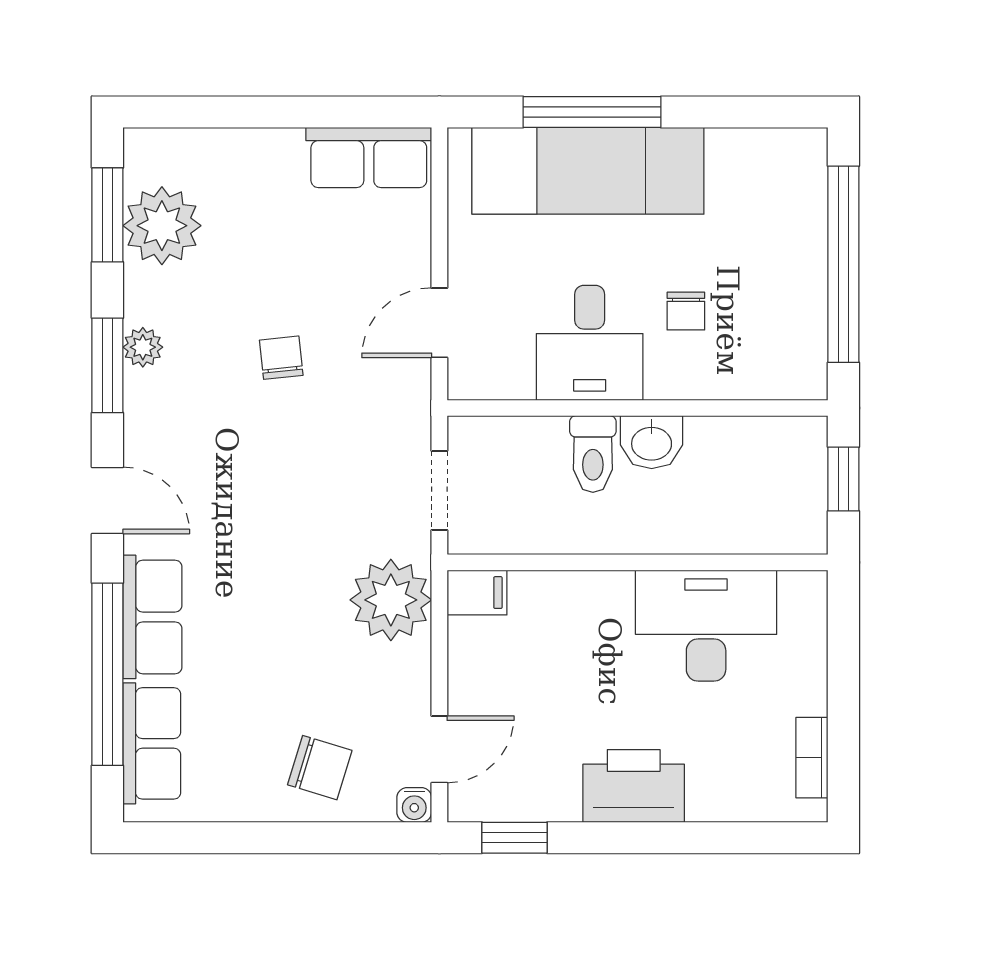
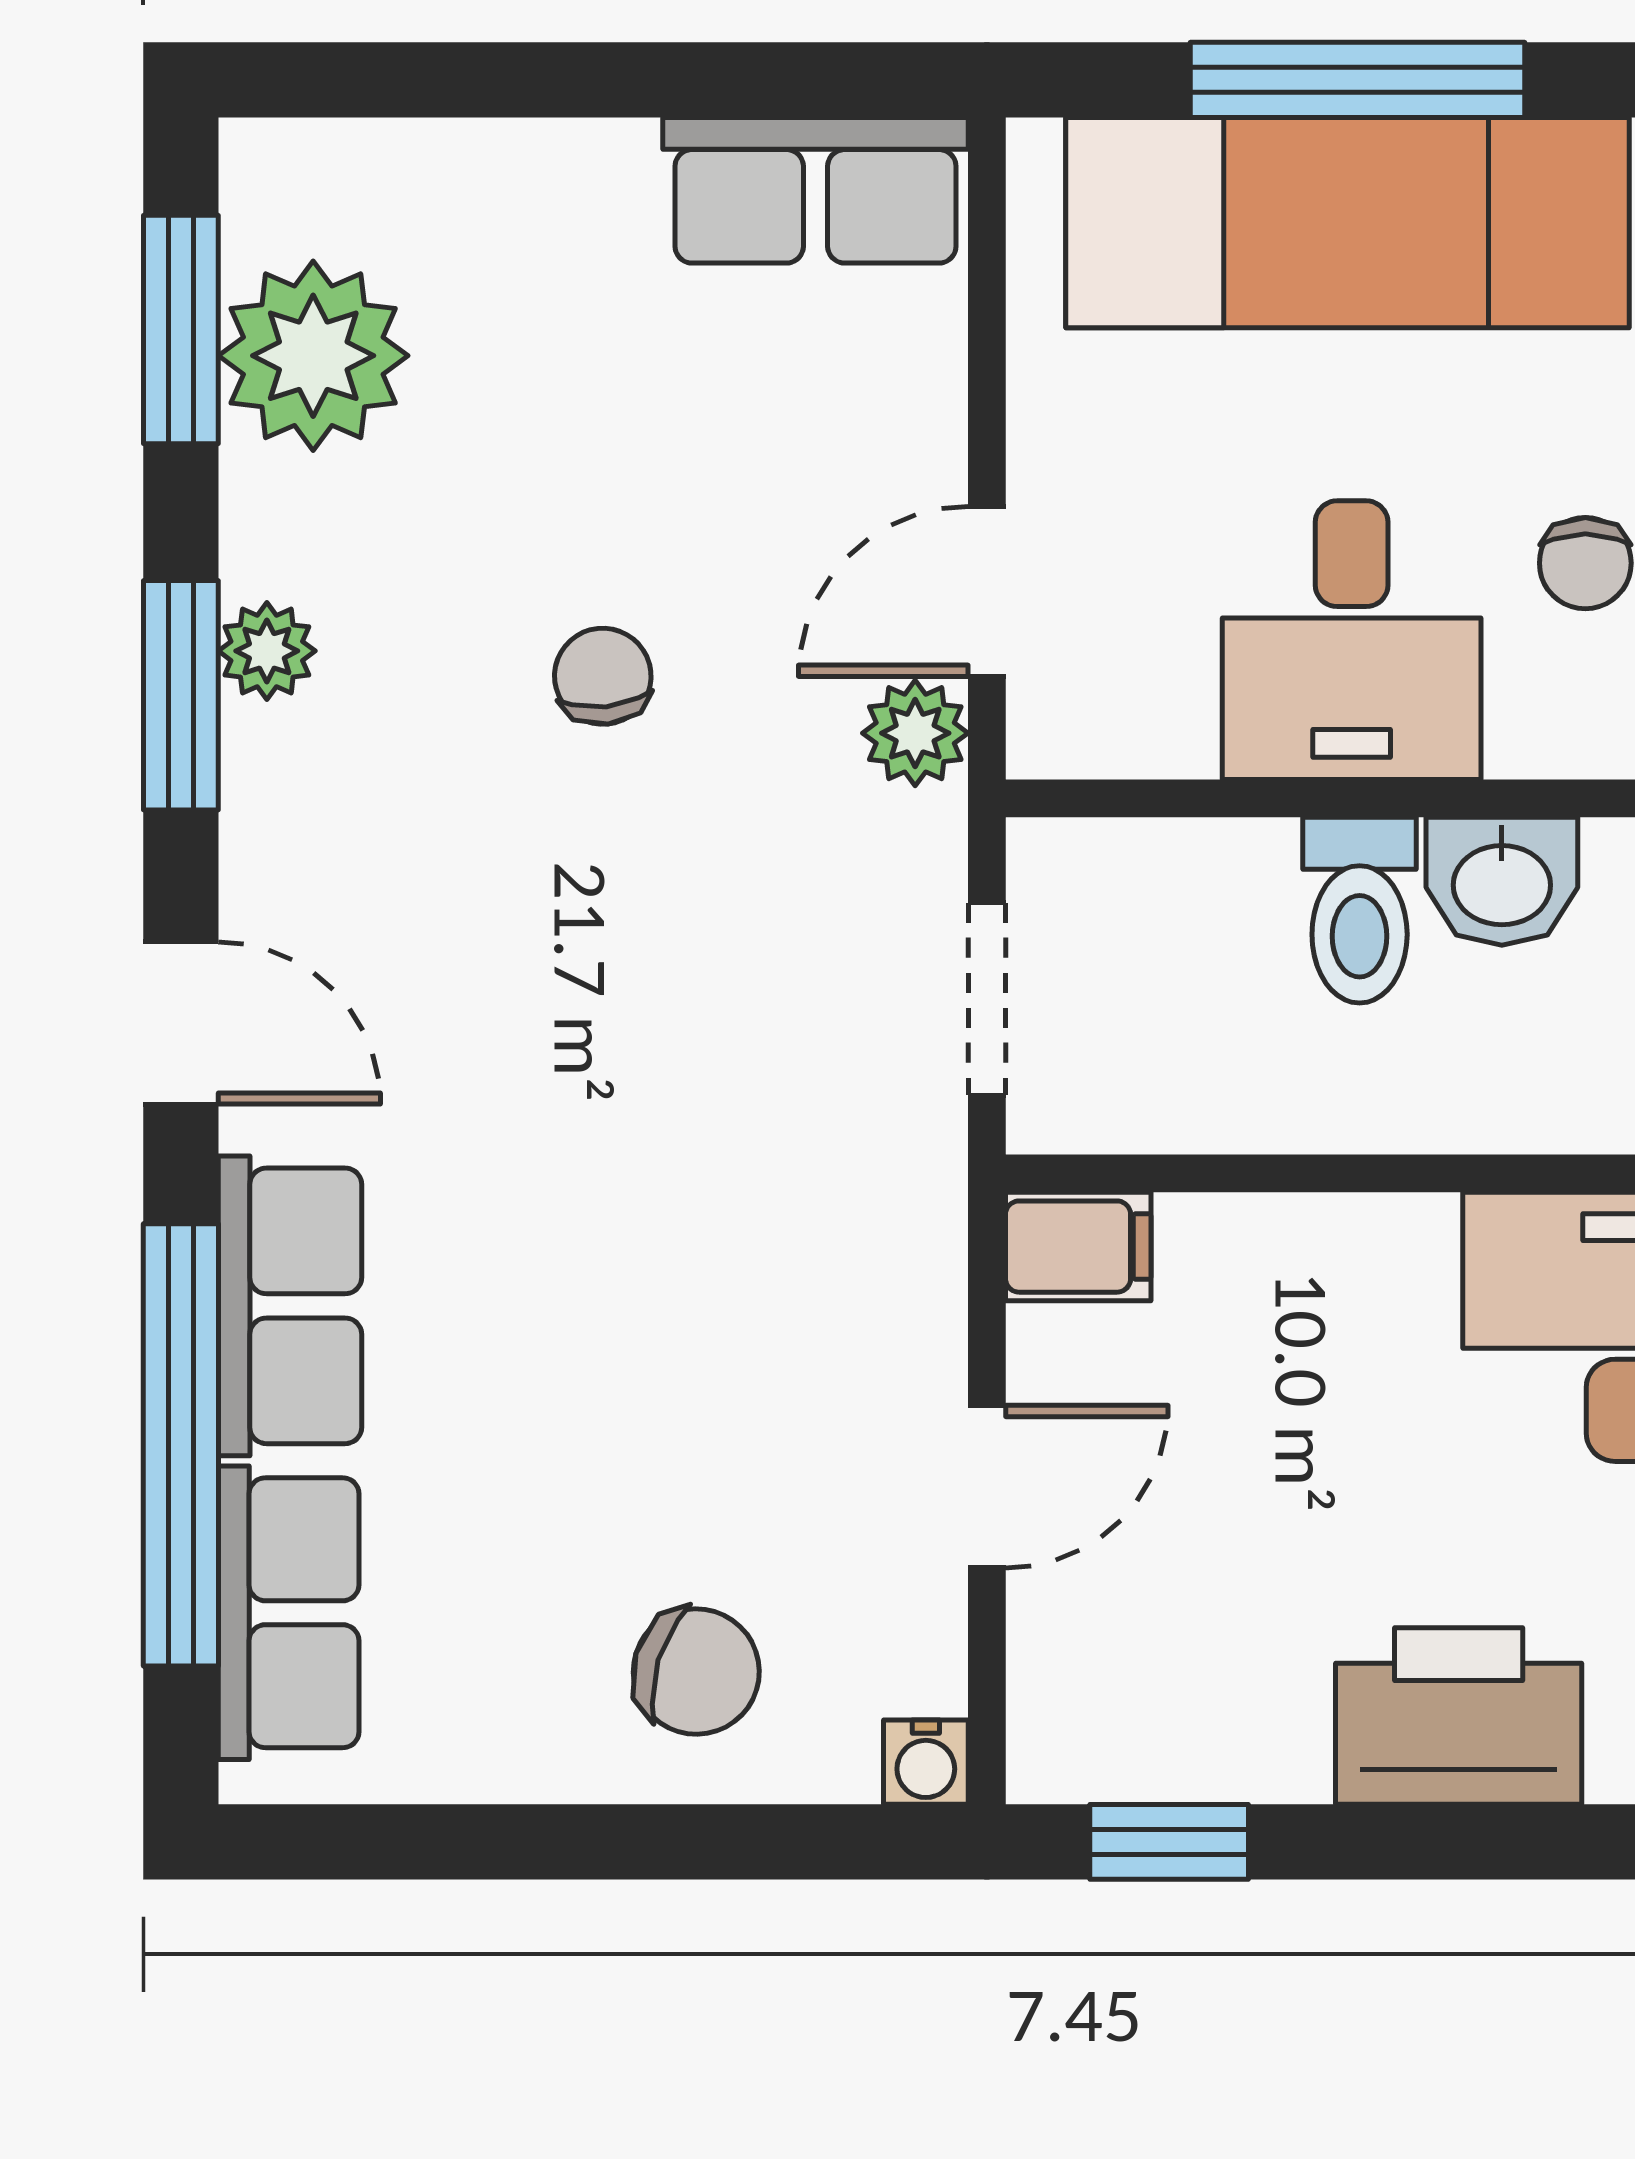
plant: (391, 600) -> (915, 733), moved, width x0.53, depth x0.53
door: (439, 749) -> (987, 1487), moved

